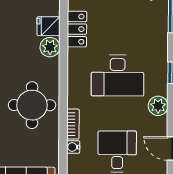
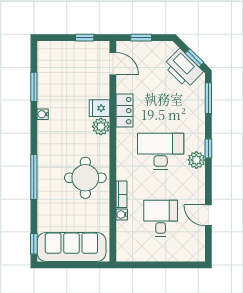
desk: (118, 76) -> (161, 151), turned 180
plant: (158, 106) -> (196, 160), moved

